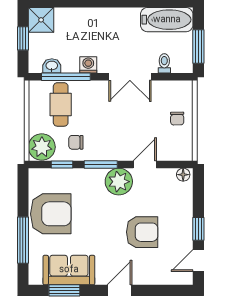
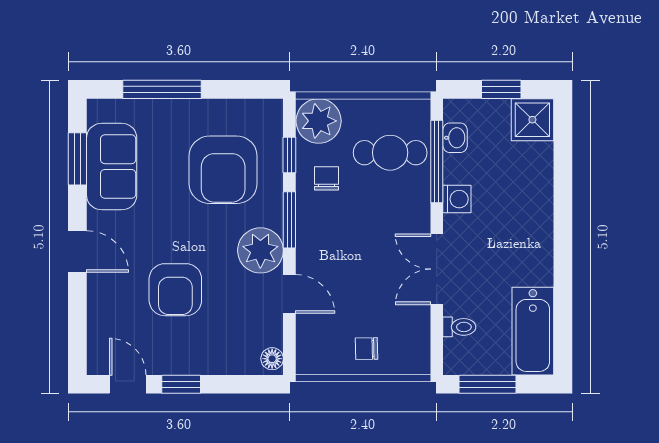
armchair: (51, 214) -> (223, 170), moved

